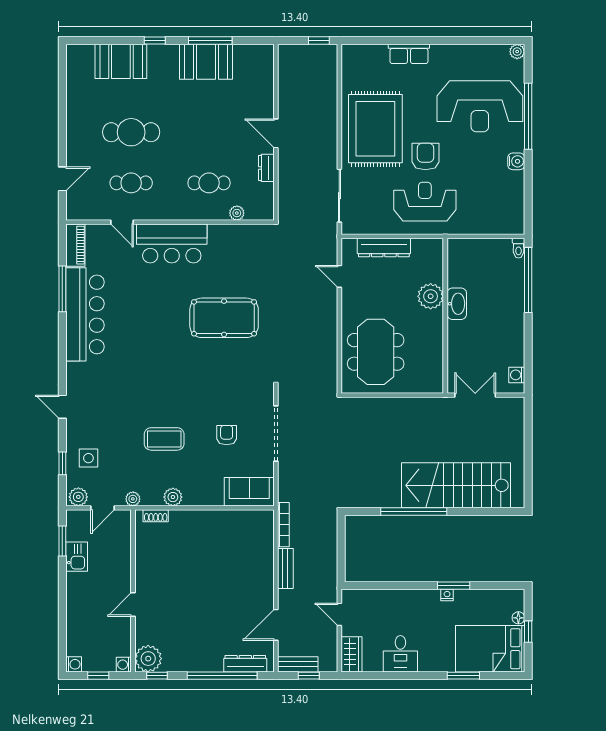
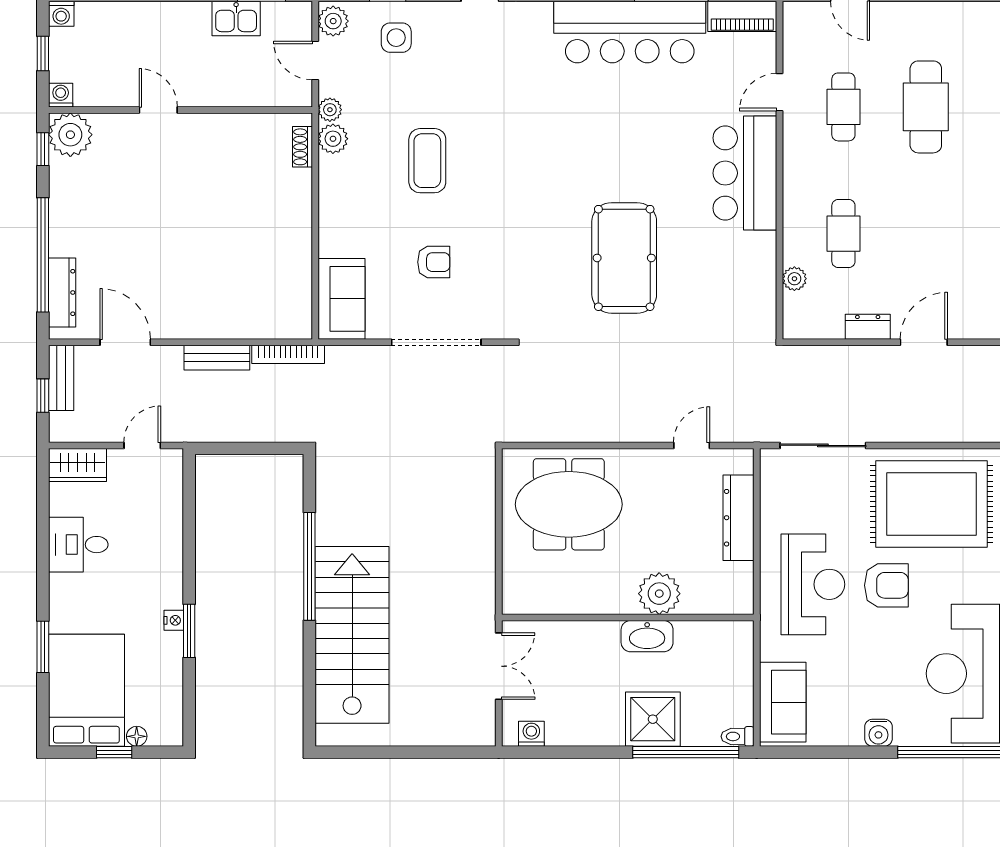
sofa: (497, 220) -> (783, 702), added
shower: (508, 300) -> (653, 719), added
plant: (173, 497) -> (333, 139), moved

